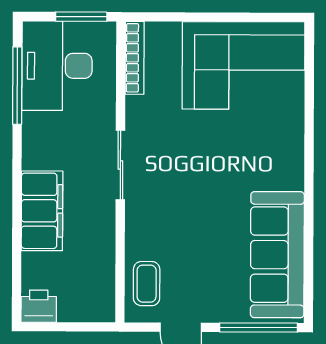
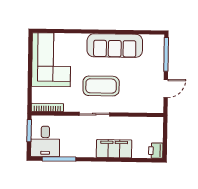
desk: (57, 66) -> (45, 141), width x0.73
sofa: (277, 255) -> (115, 46), moved
coffee table: (147, 284) -> (101, 86), moved, width x1.86, depth x1.72

